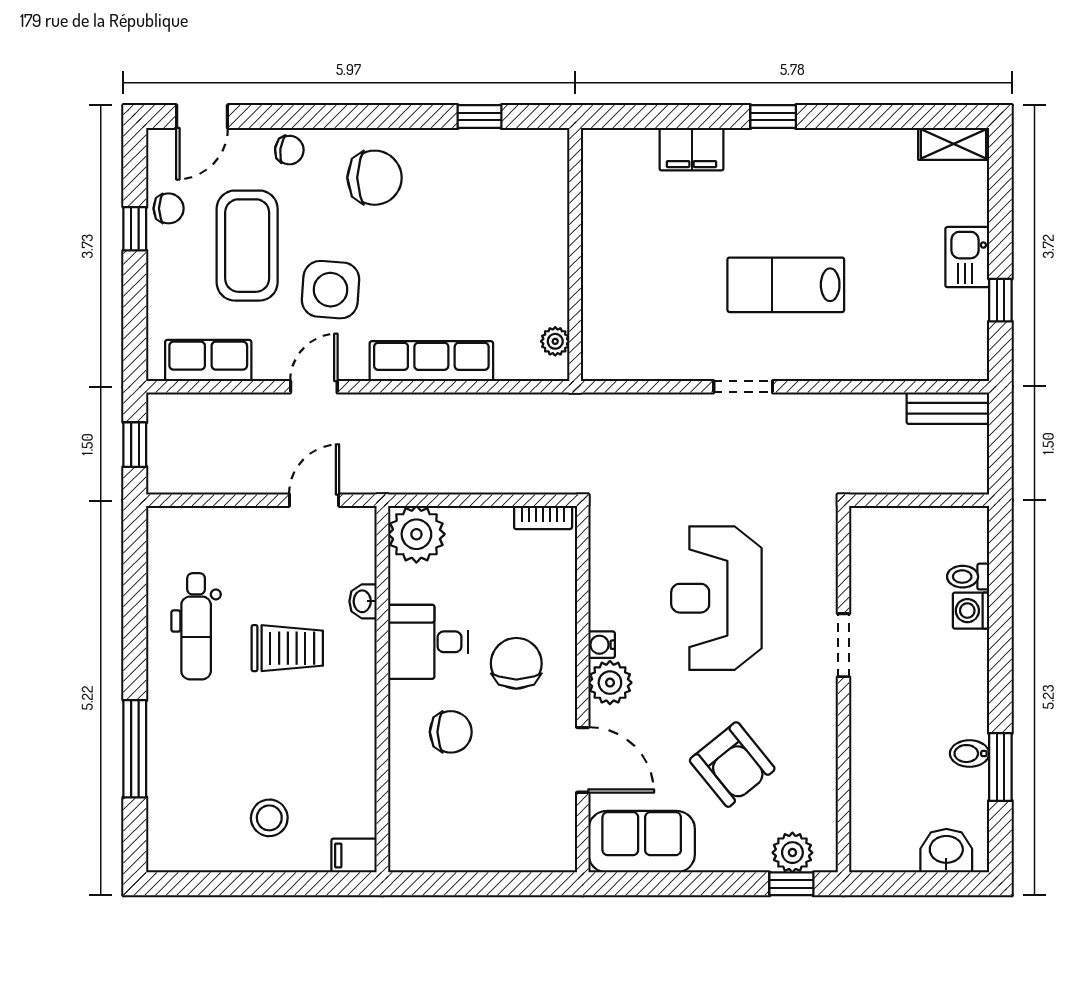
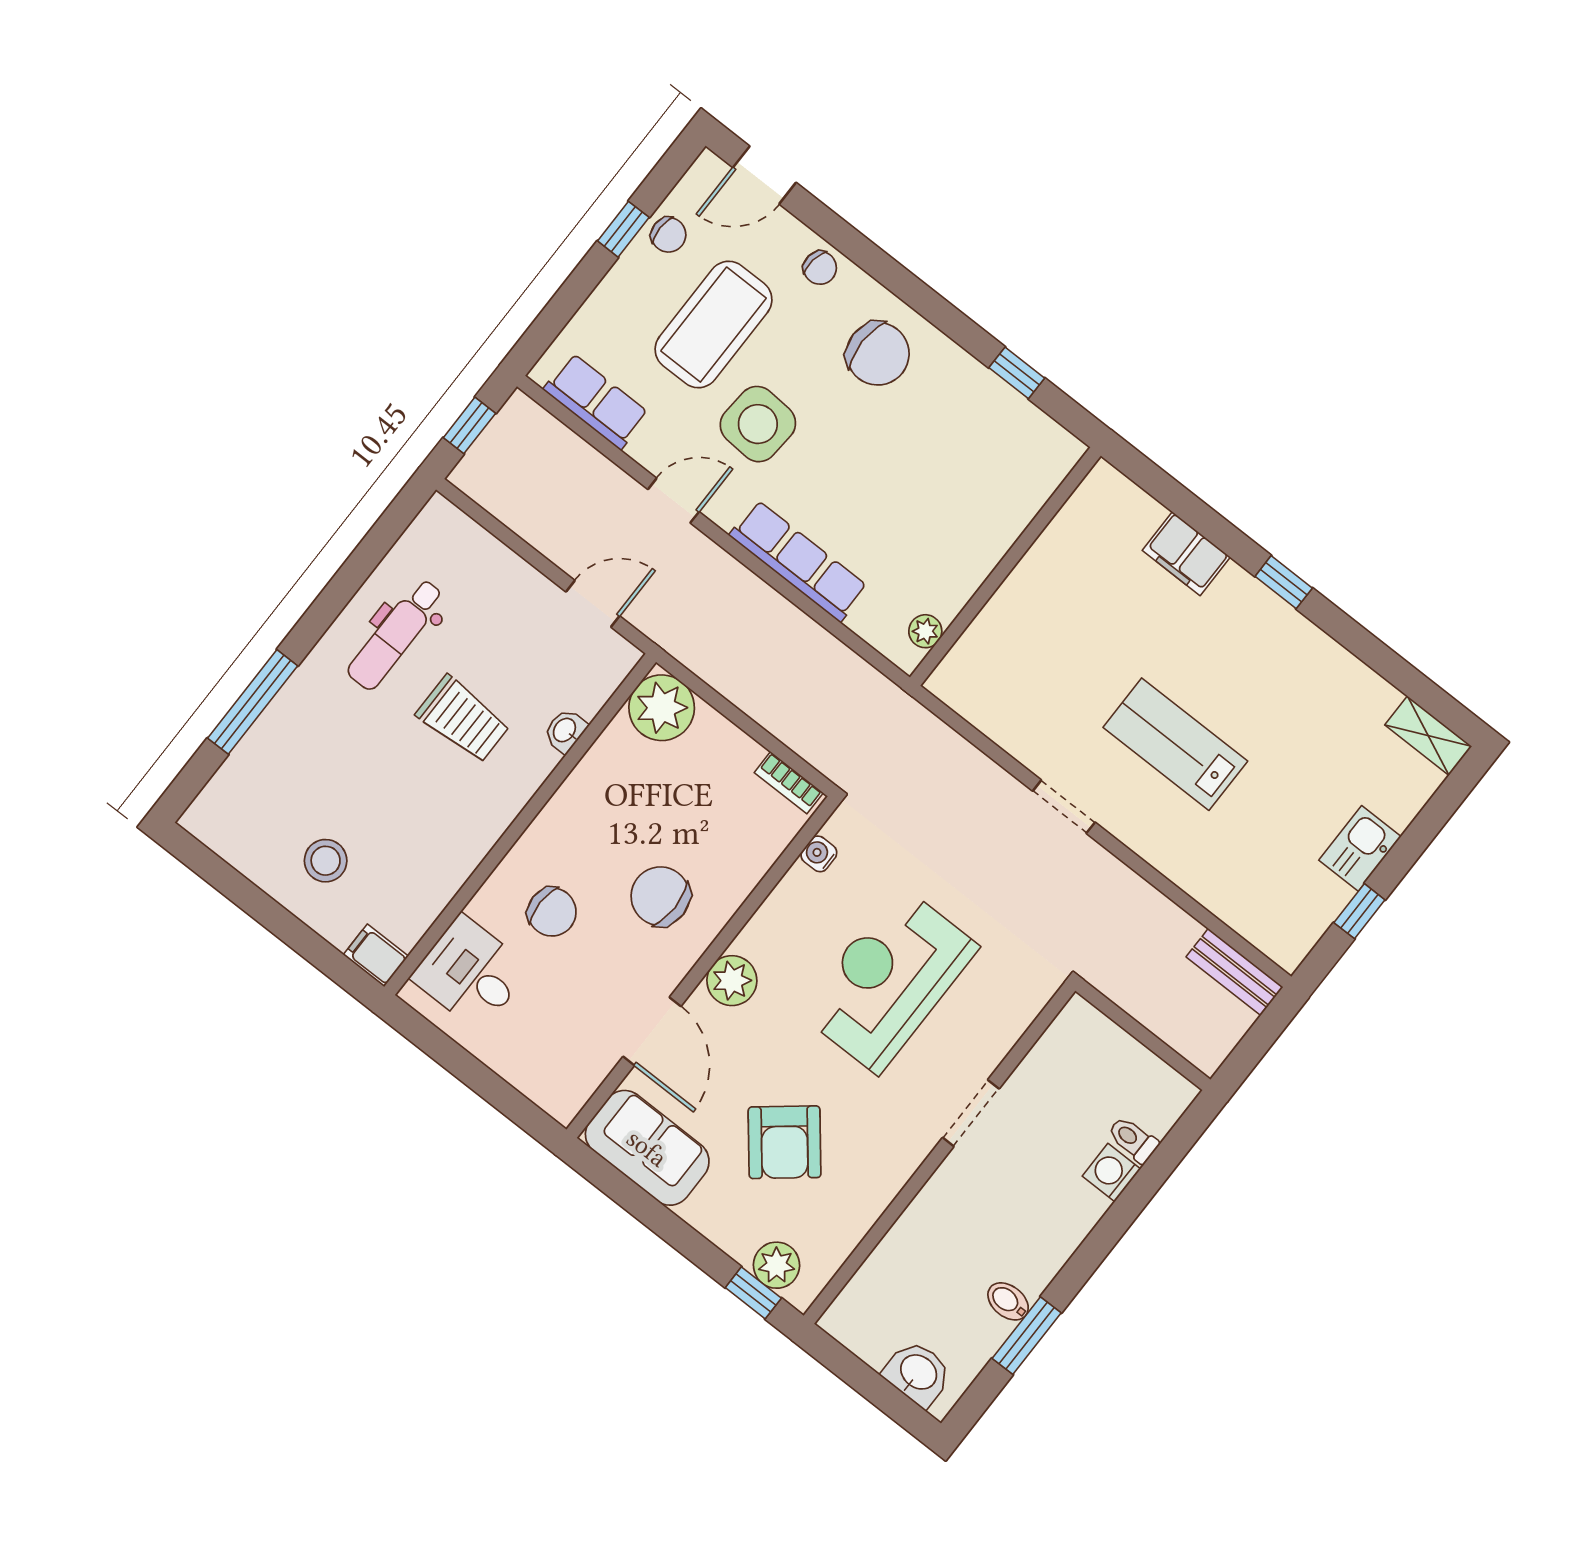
desk: (428, 642) -> (471, 973), moved
water cooler: (602, 645) -> (819, 854), moved
chair: (516, 663) -> (660, 896), turned -90

